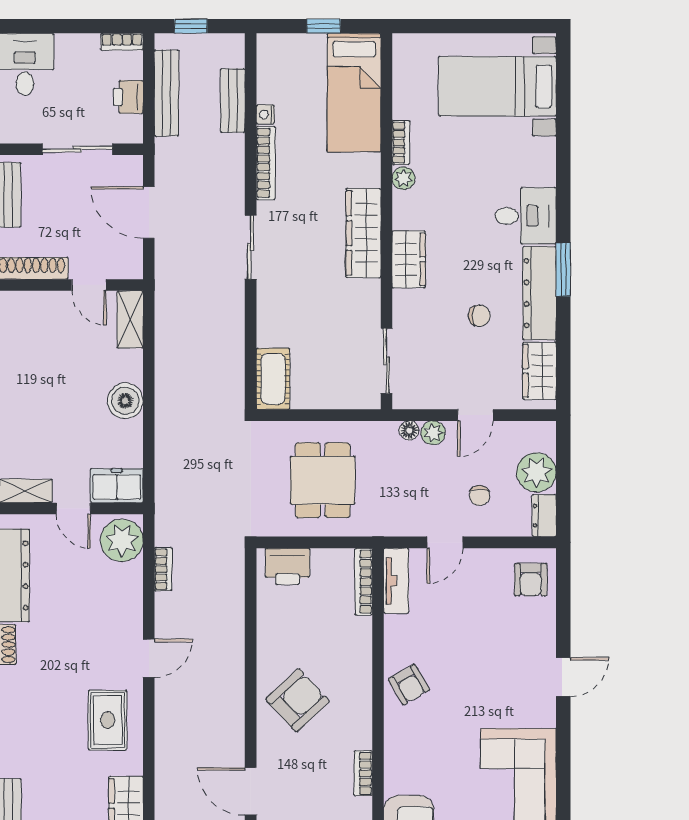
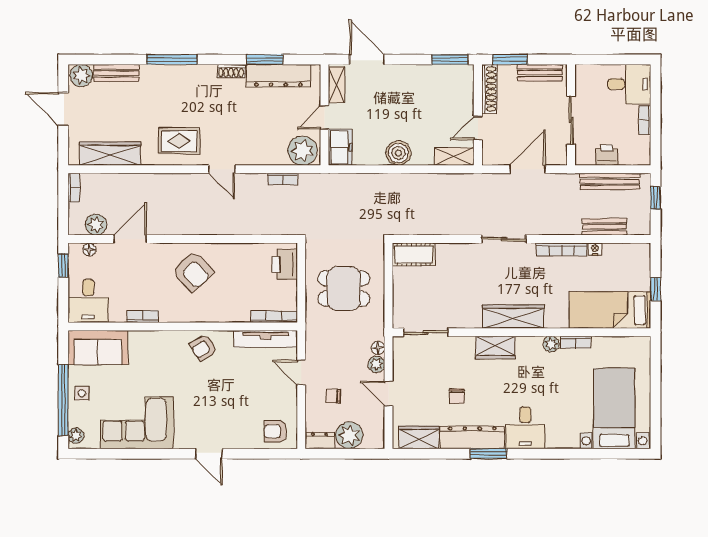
bookcase: (122, 42) -> (645, 120), moved
tv unit: (396, 581) -> (266, 339), width x1.41

